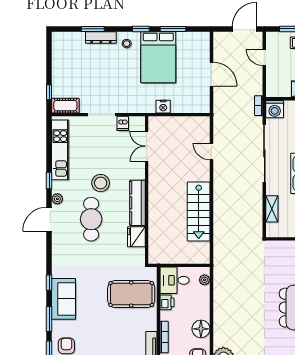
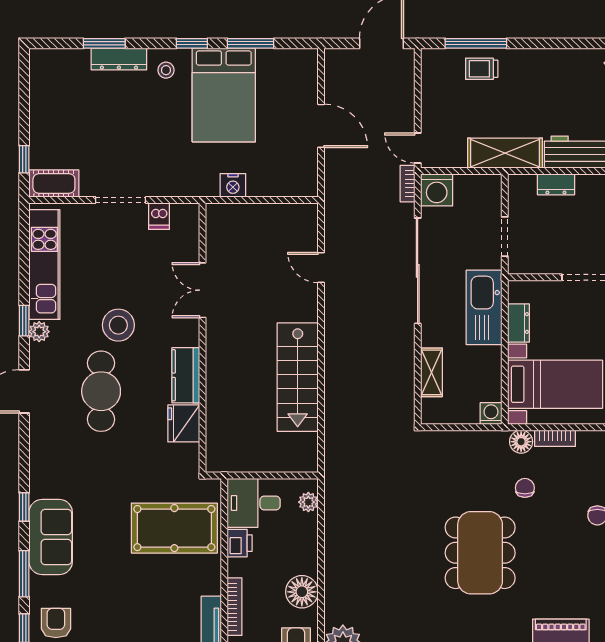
door: (264, 57) -> (418, 148), moved
double door: (147, 146) -> (203, 290), moved
plant: (57, 199) -> (39, 332), moved
kitchen counter: (137, 203) -> (186, 375), width x0.67

